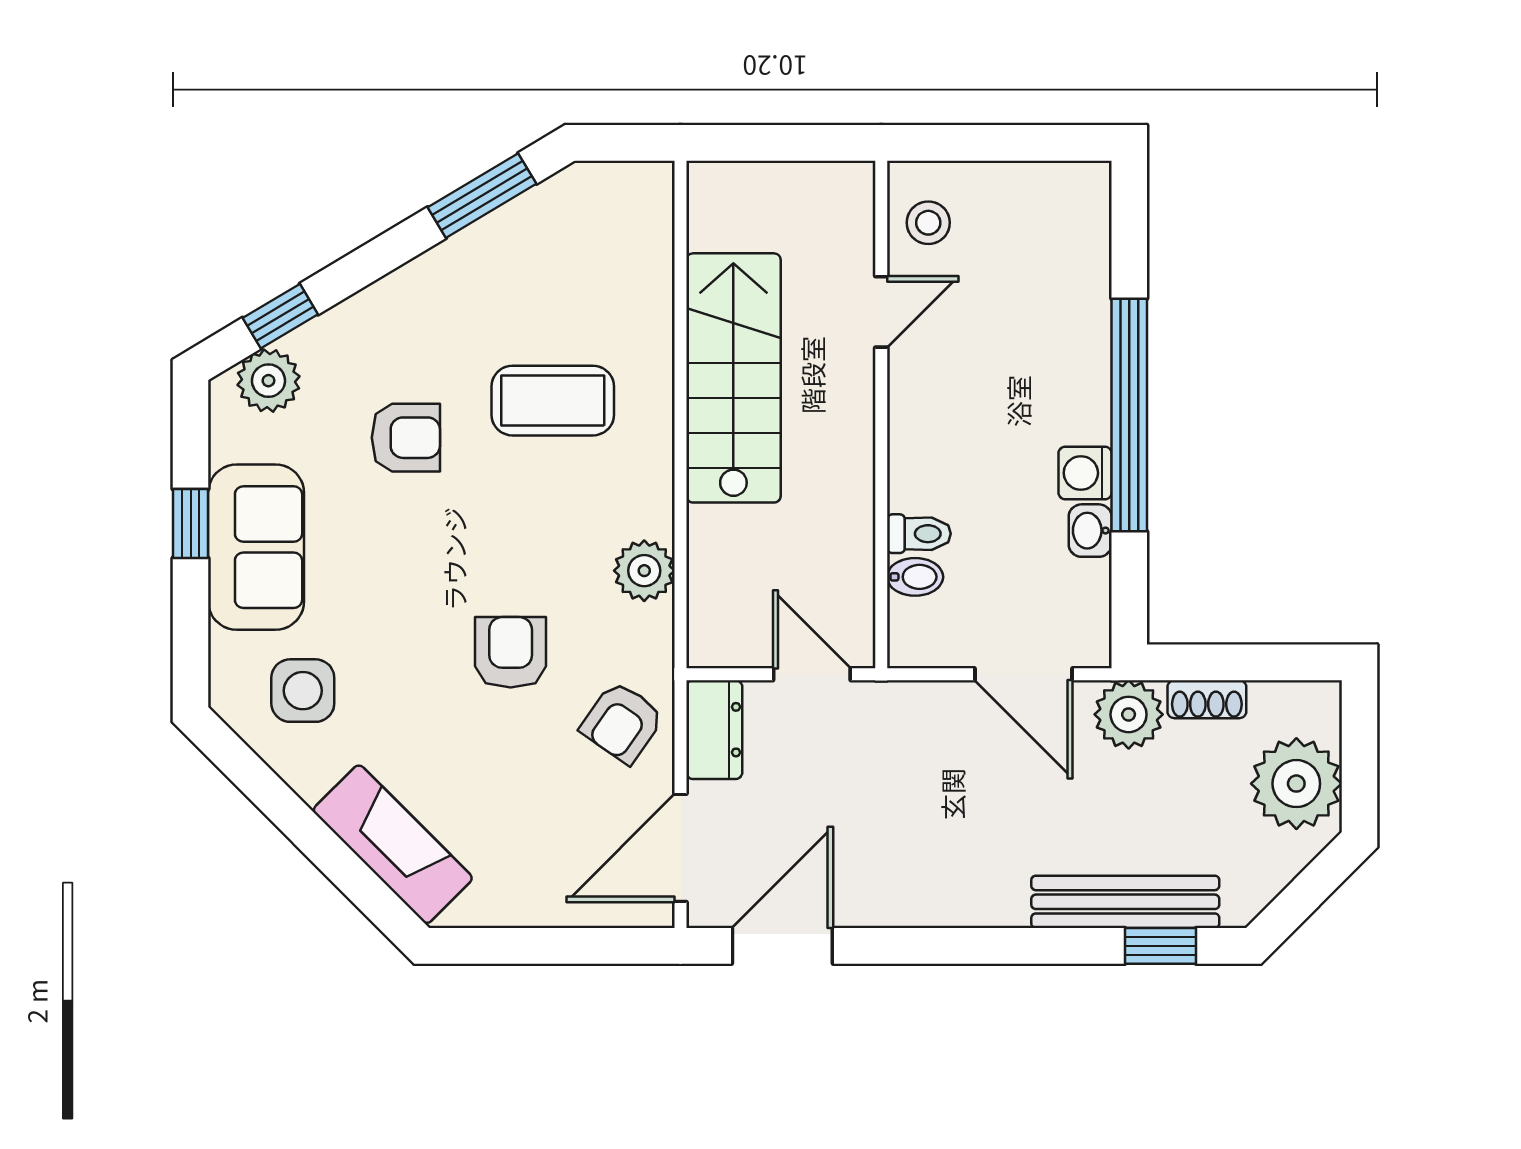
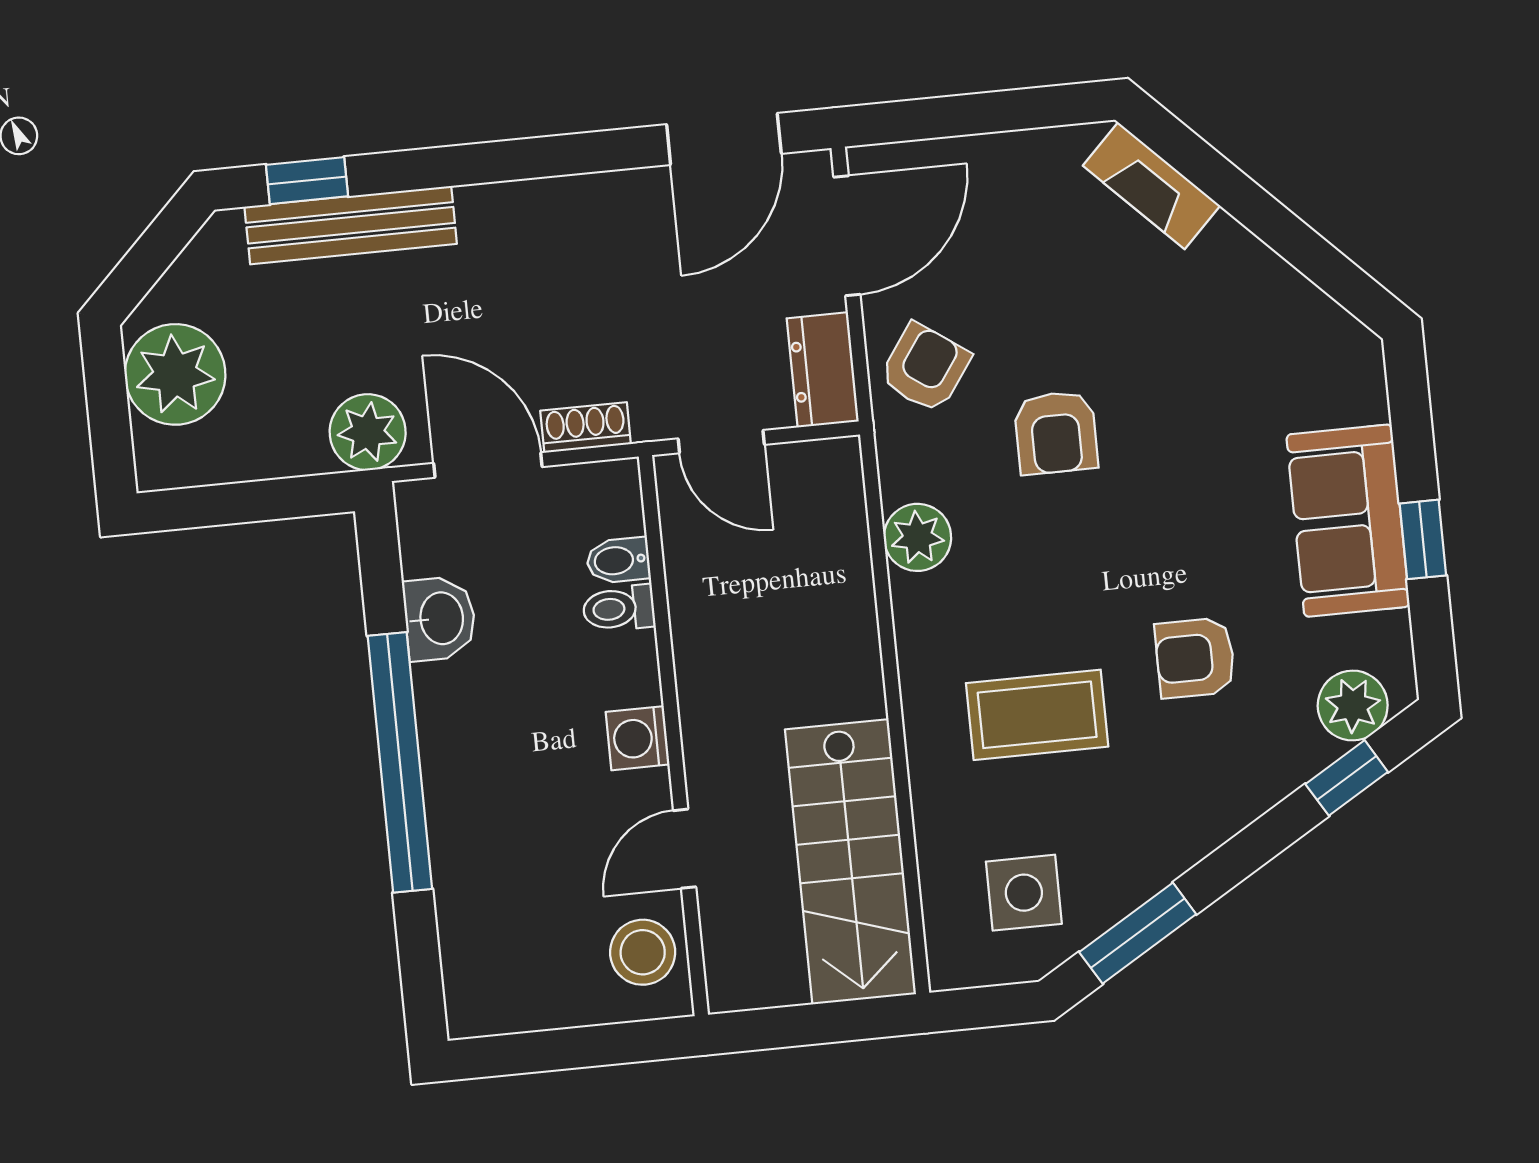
stool: (928, 223) -> (643, 952), width x1.37, depth x1.37
stairs: (733, 378) -> (850, 862), moved
washing machine: (1085, 473) -> (638, 738), moved, turned 180
washbasin: (1090, 531) -> (440, 618), width x1.38, depth x1.45
side table: (303, 691) -> (1024, 893), moved
shoe rack: (1207, 699) -> (586, 427), moved
fireplace: (393, 844) -> (1151, 186), width x0.73, depth x0.76

